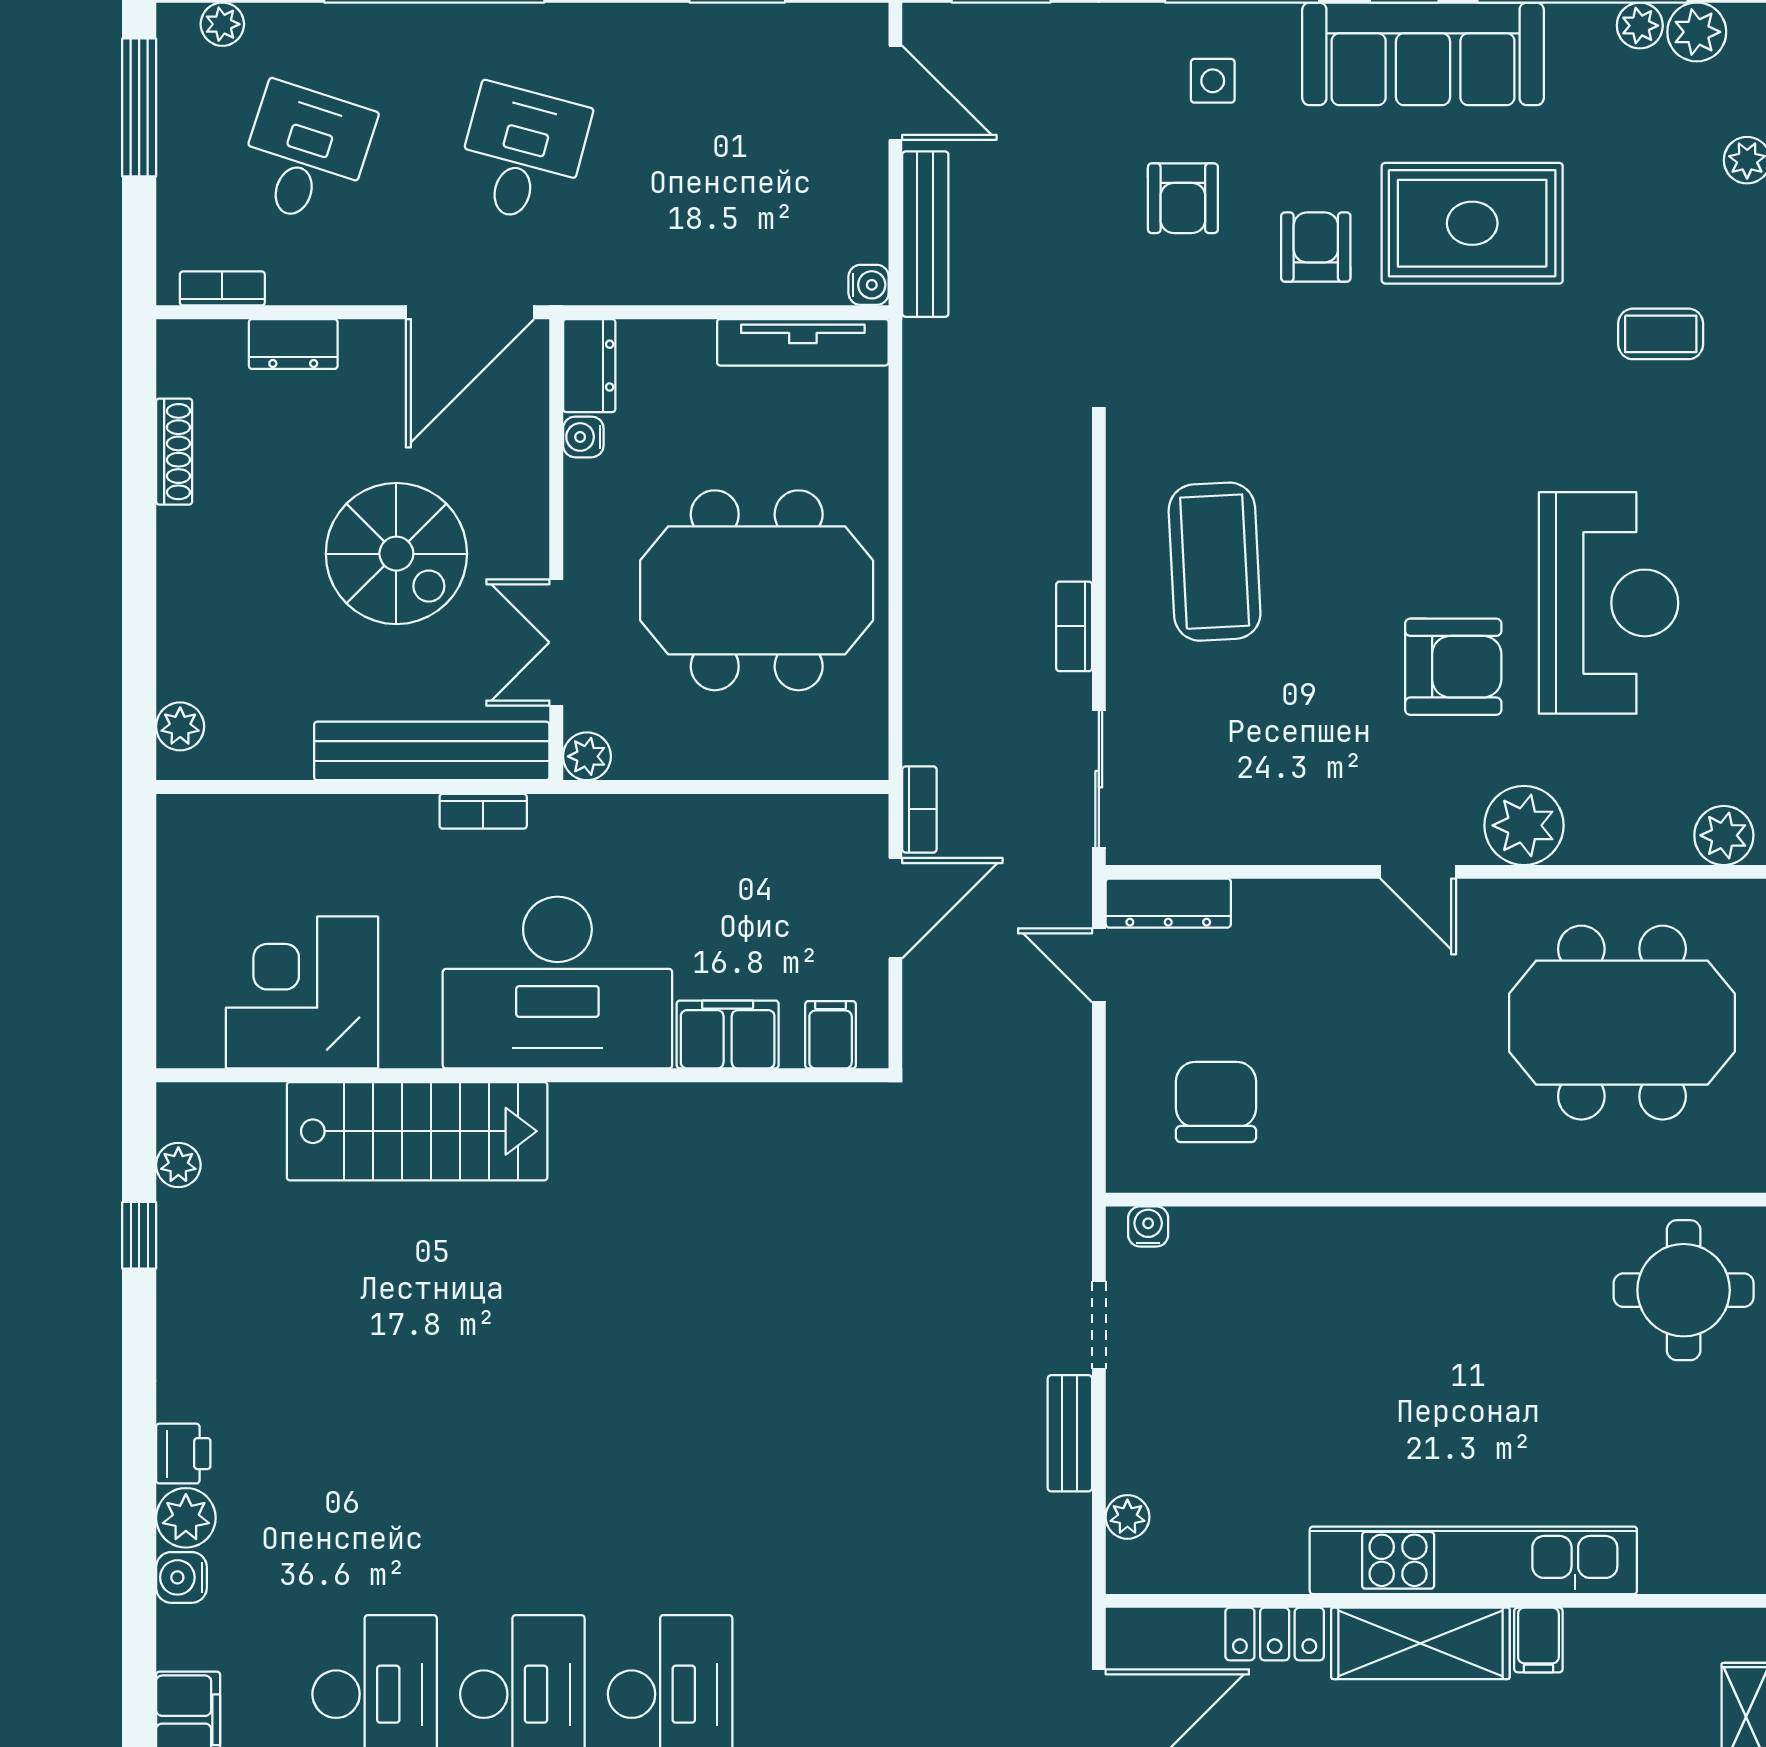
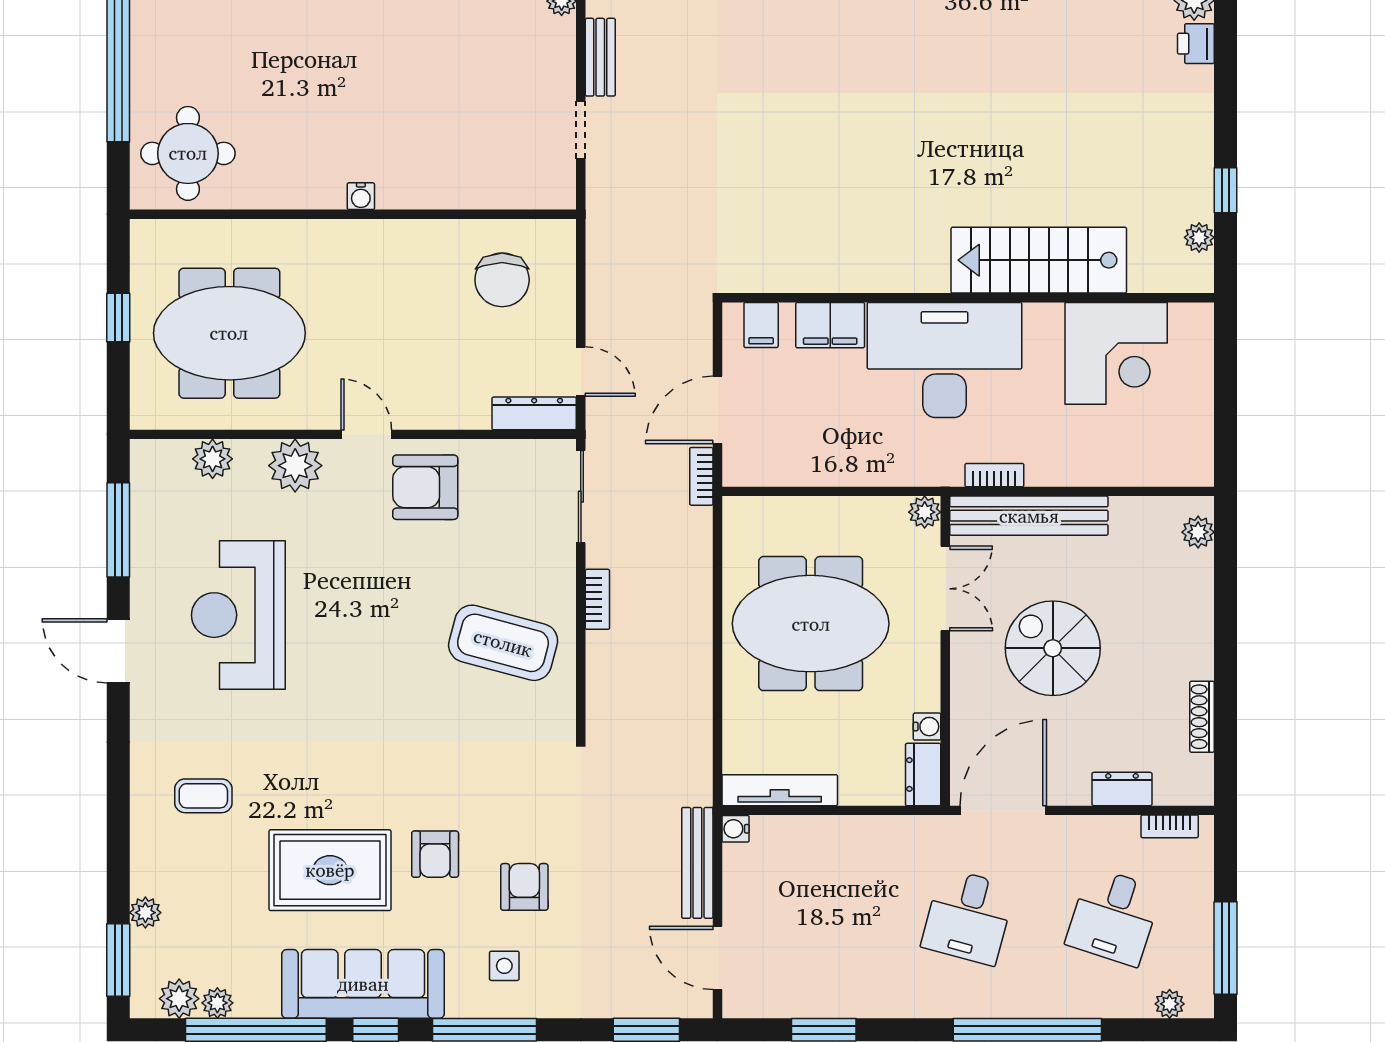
coffee table: (1215, 562) -> (503, 643), turned -72
armchair: (1453, 667) -> (425, 487), moved
plant: (1724, 835) -> (213, 459), moved
water cooler: (1148, 1226) -> (361, 196), moved

